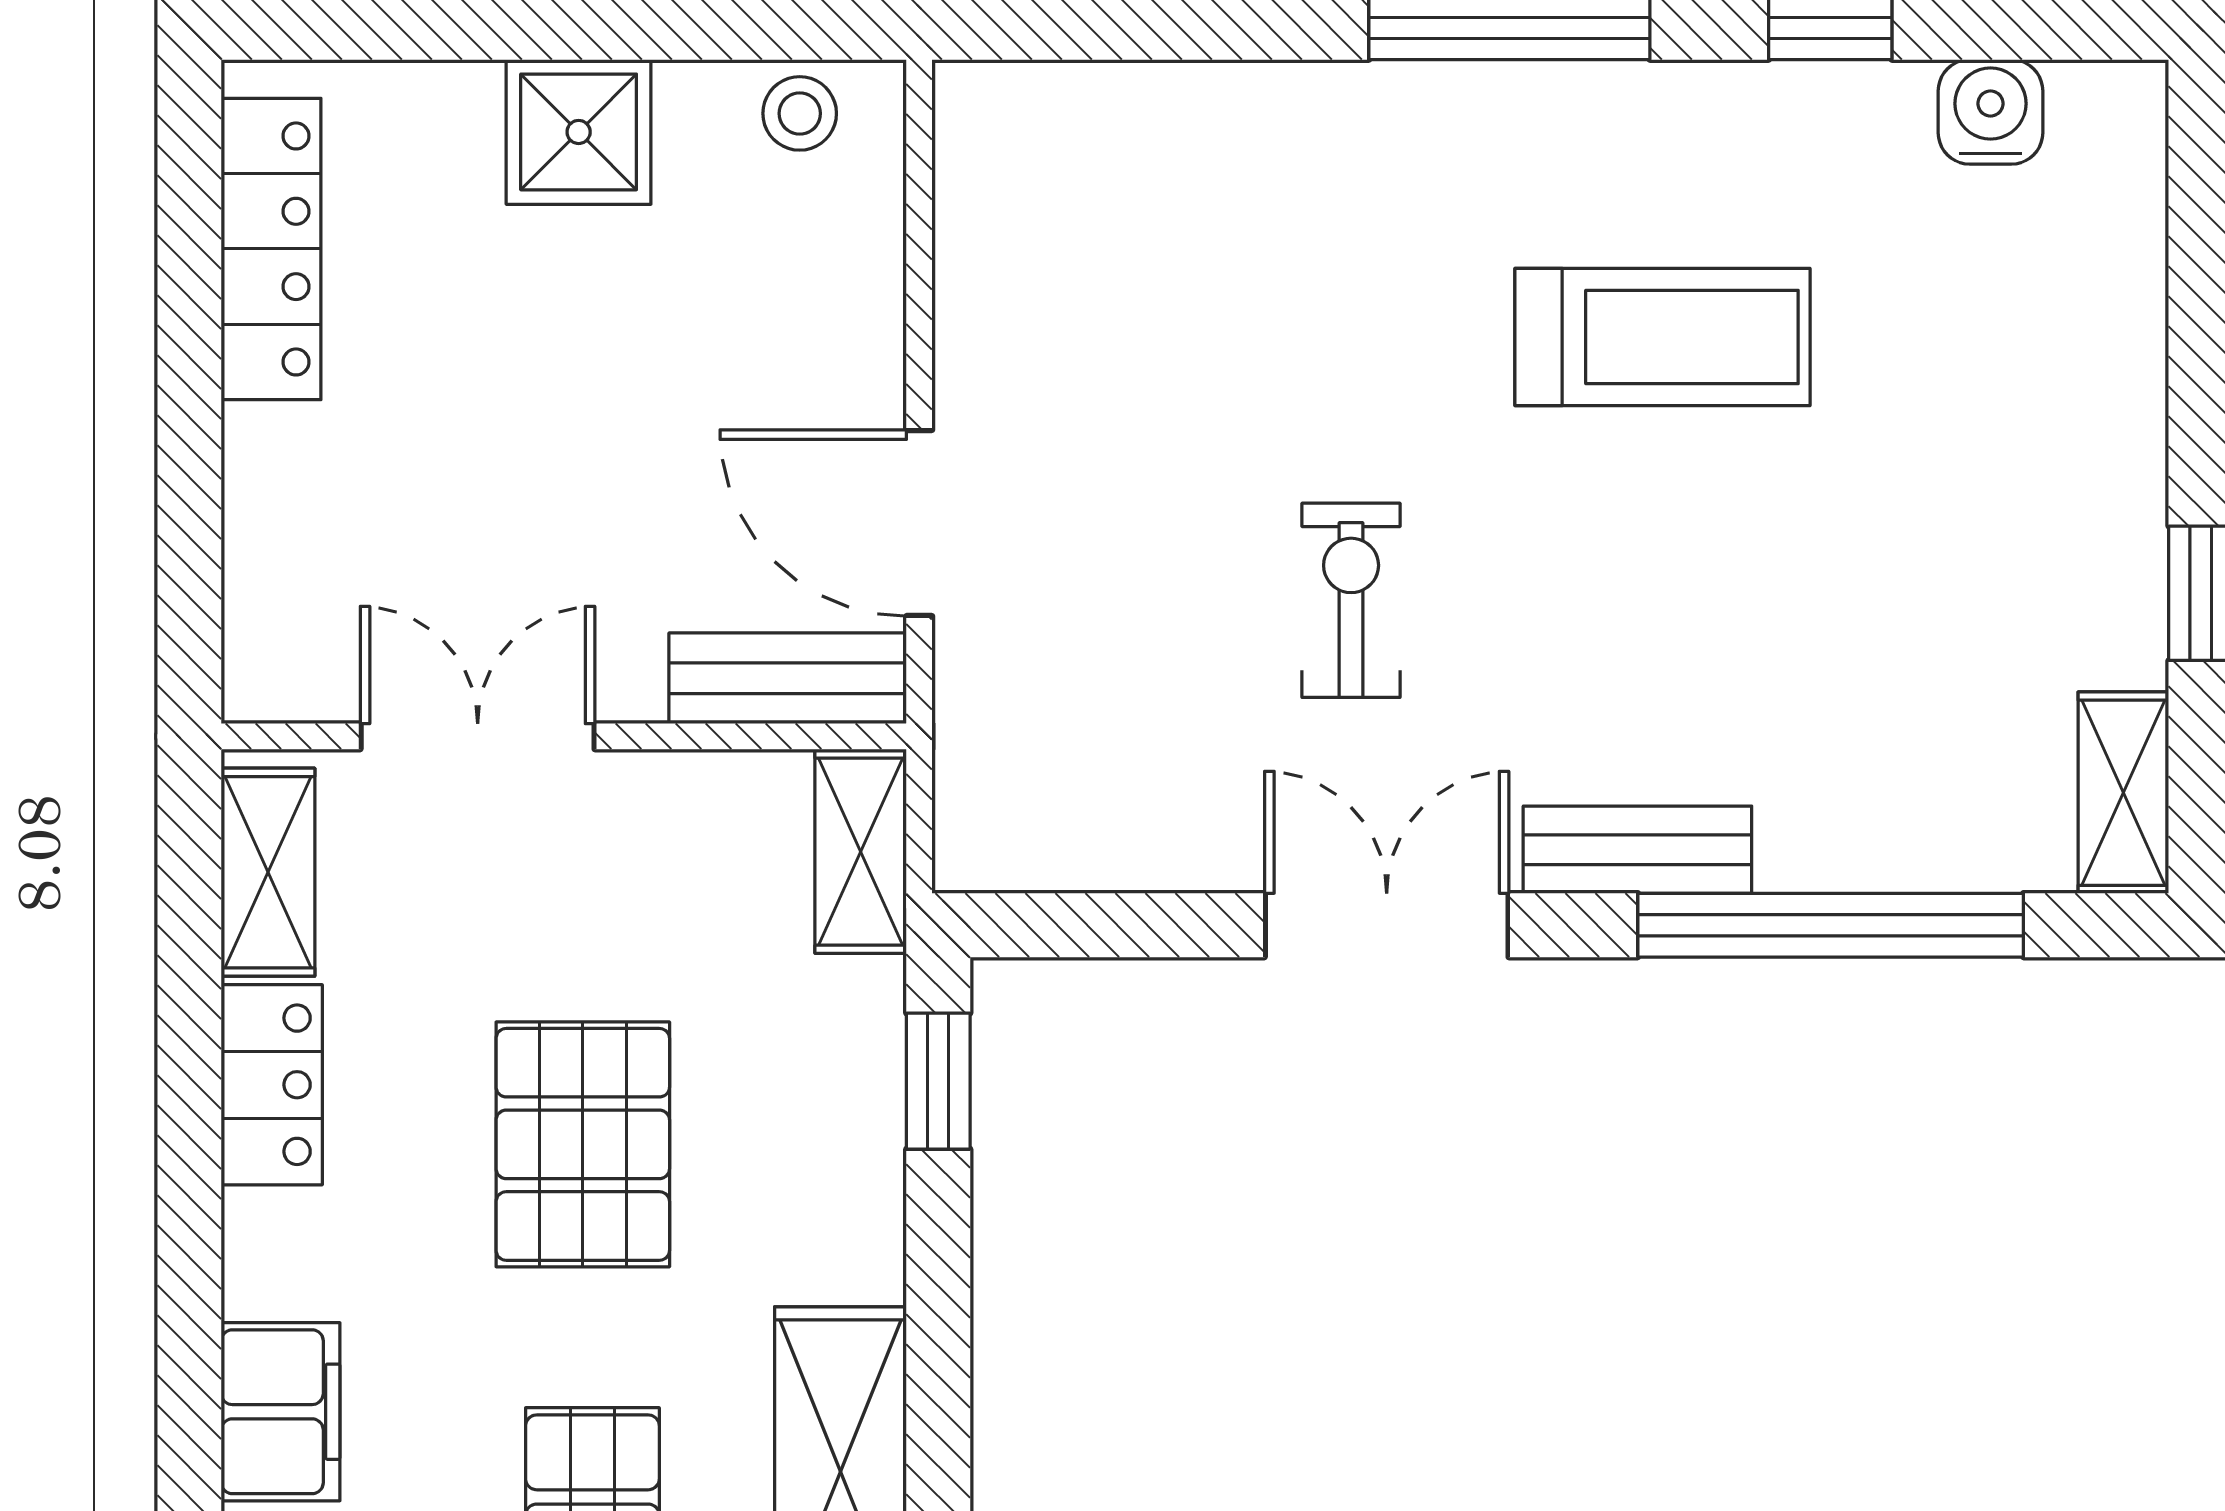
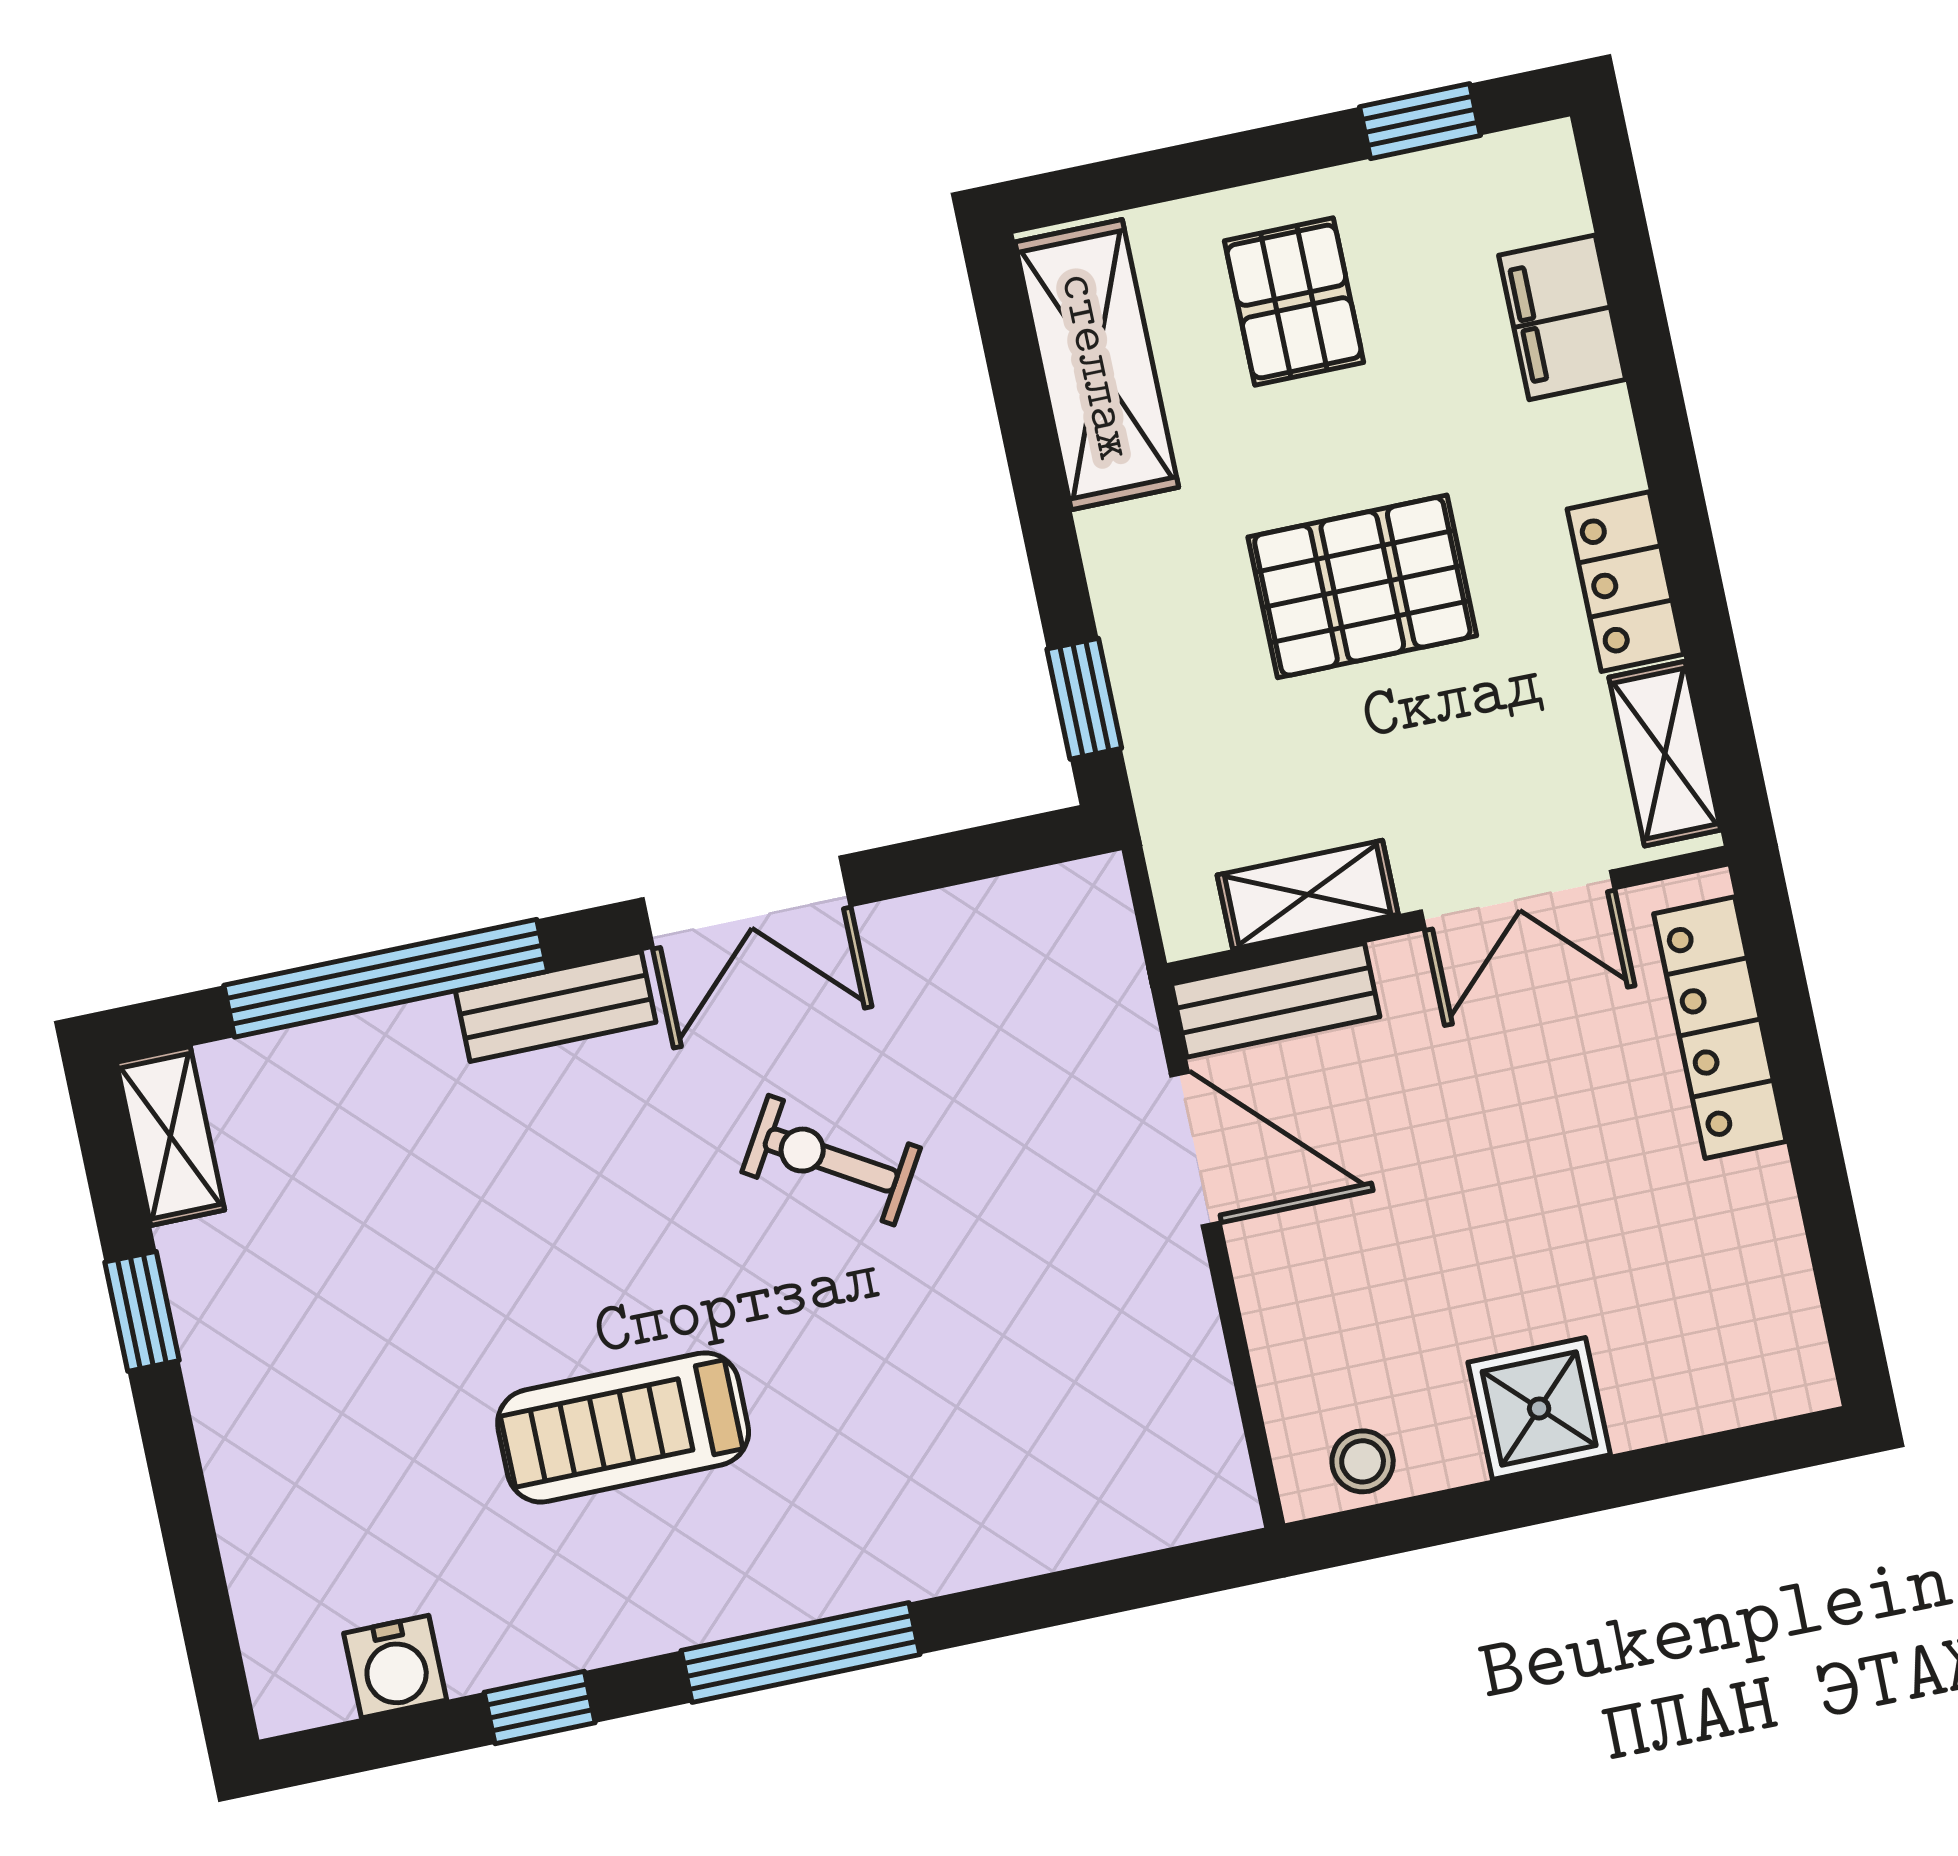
locker: (271, 249) -> (1720, 1028), moved
exercise bike: (1351, 600) -> (831, 1160), turned 121
shelving: (861, 852) -> (1308, 895), moved, turned 90
pallet: (583, 1144) -> (1362, 586), turned 90

